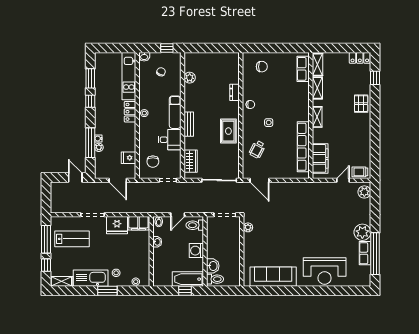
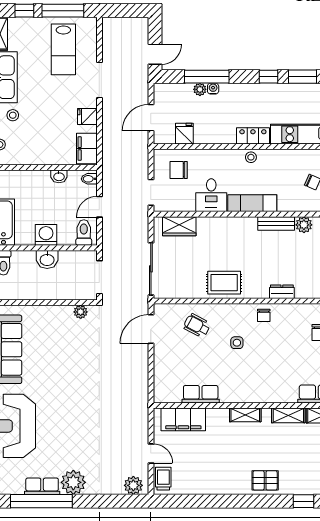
bench: (189, 124) -> (276, 223), moved
row of seats: (303, 147) -> (201, 394), width x0.50
door: (178, 215) -> (99, 207), hinge flipped
fridge: (117, 225) -> (87, 116), width x0.53, depth x0.75
washbasin: (213, 266) -> (47, 259), moved

